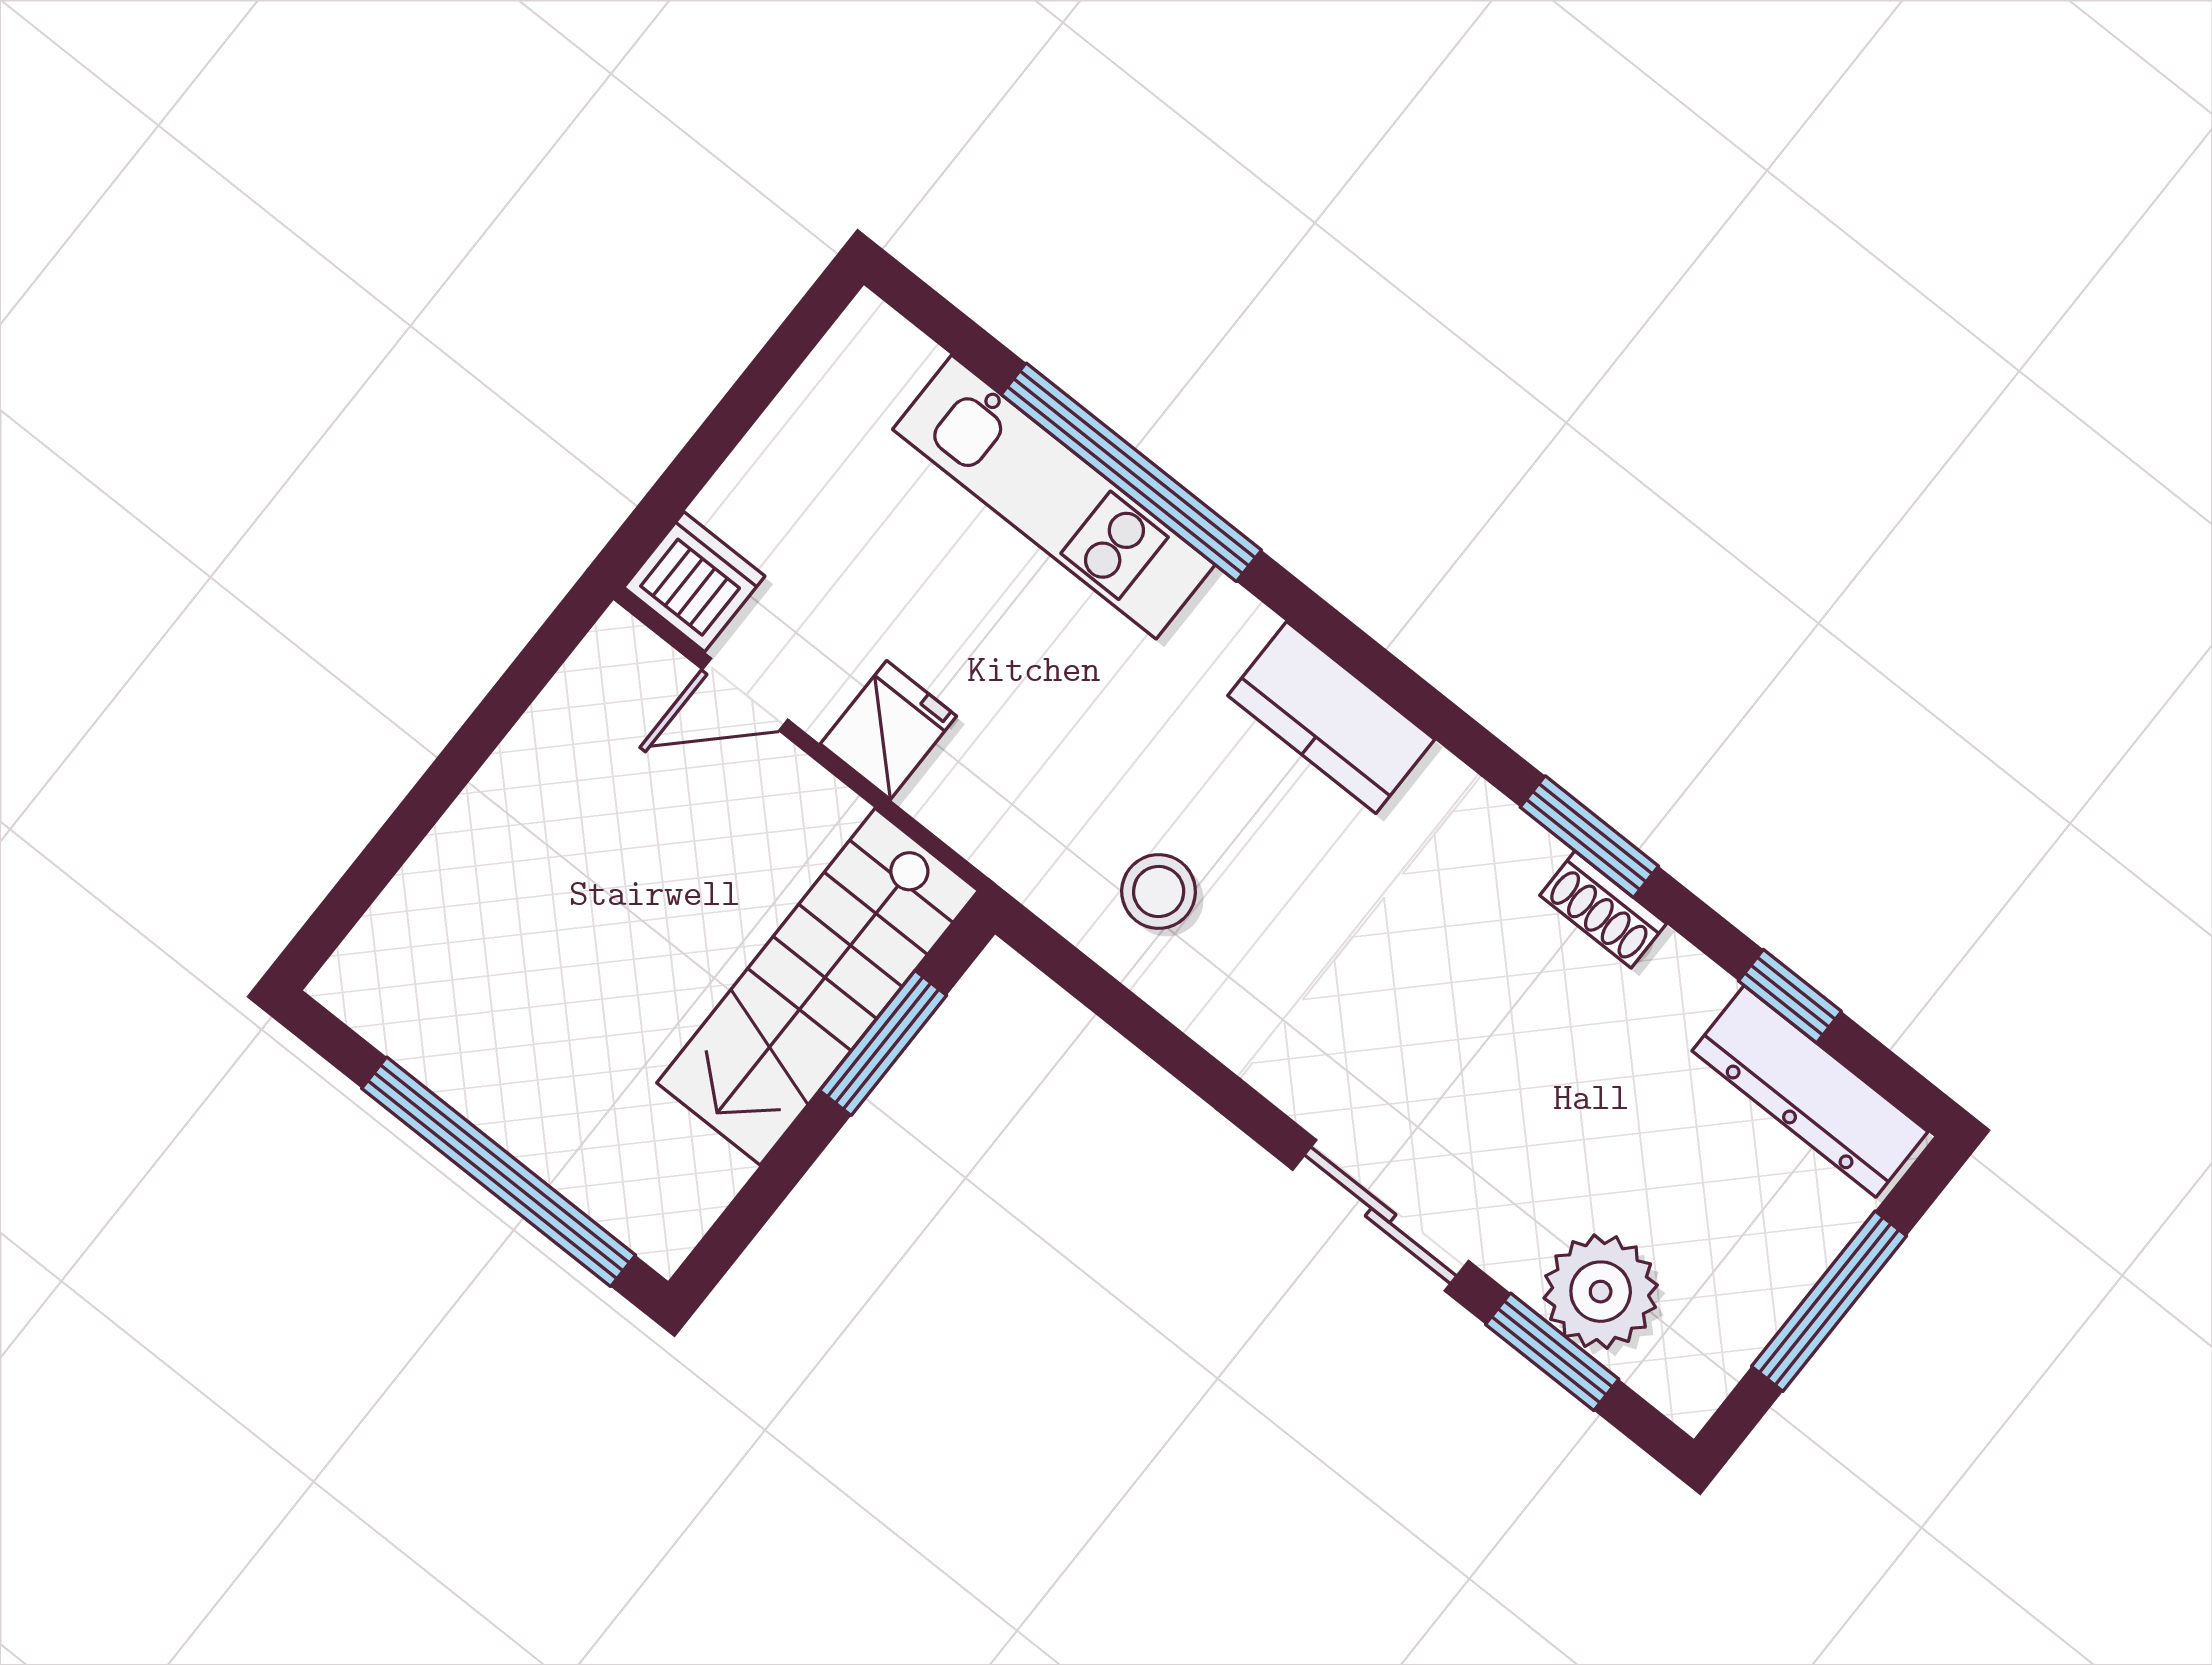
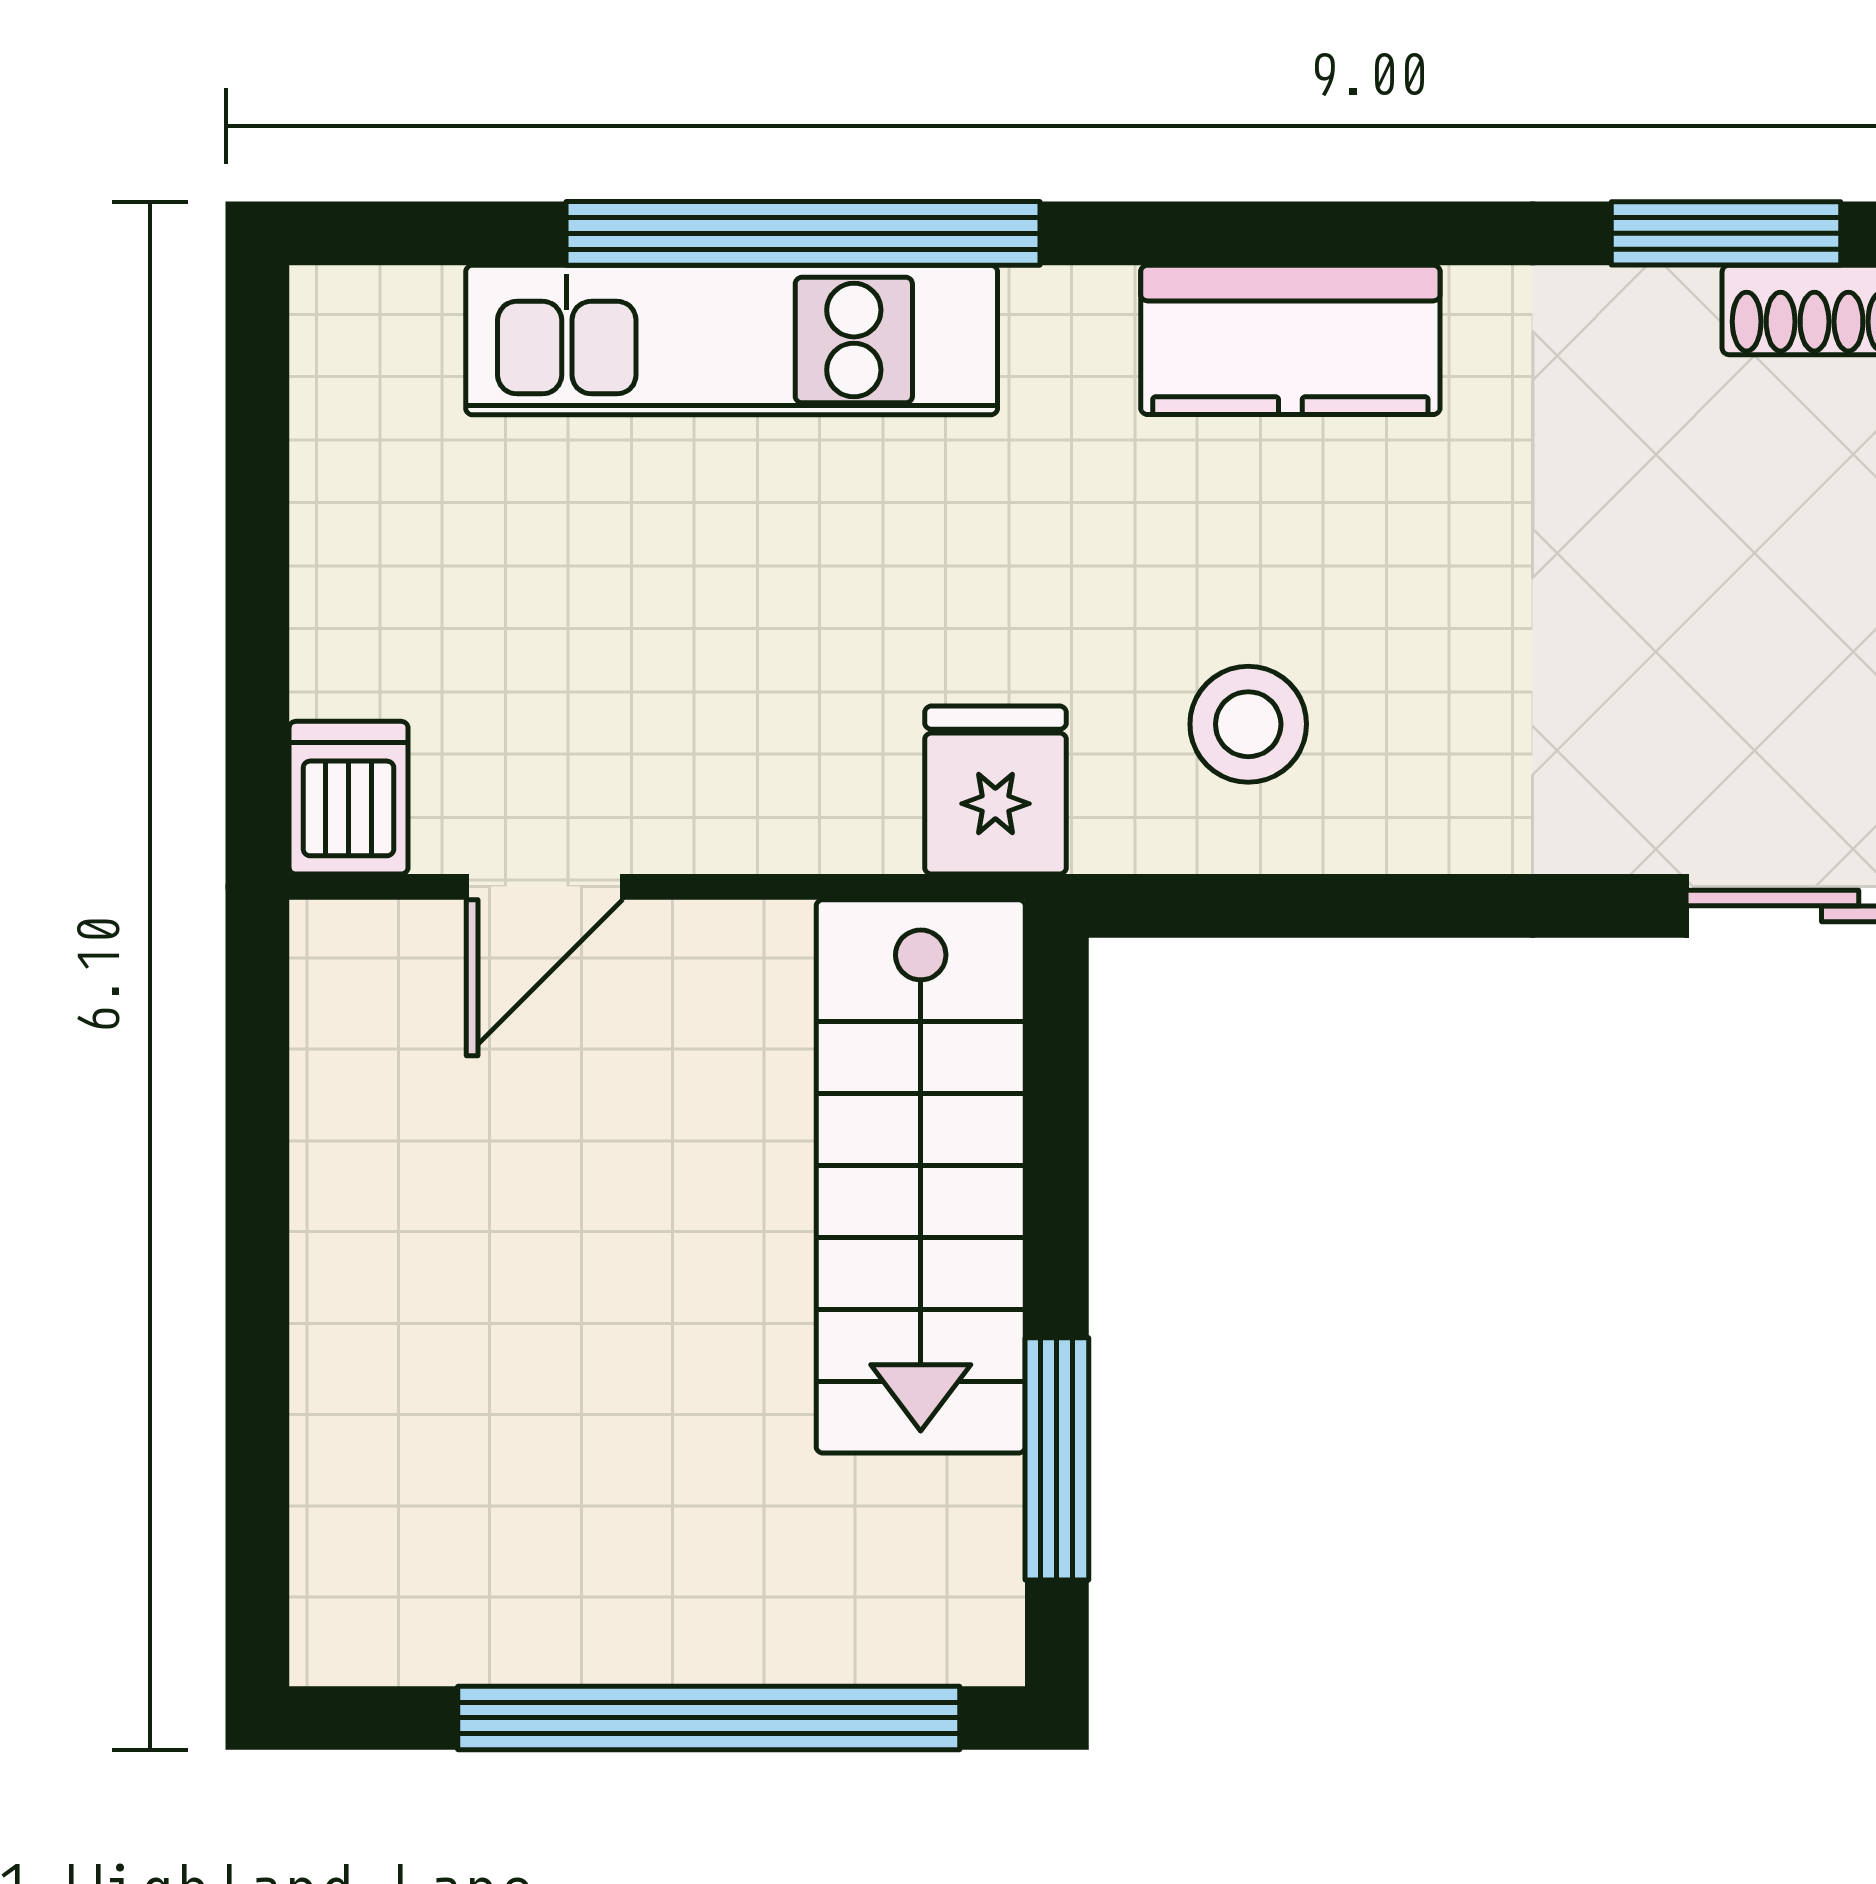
dishwasher: (694, 582) -> (349, 798), width x0.73
fridge: (888, 730) -> (995, 790), moved
window: (883, 1043) -> (1057, 1459), moved

